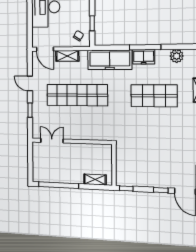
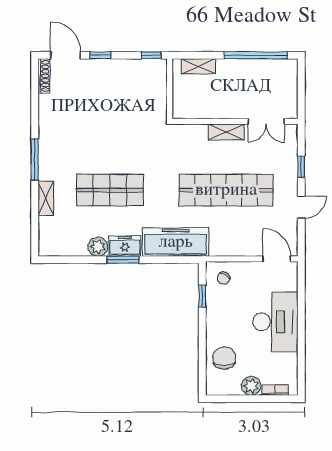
window: (145, 47) -> (123, 260), width x0.69
shelving: (67, 56) -> (226, 132), moved
plant: (177, 56) -> (98, 247), moved
door: (30, 83) -> (301, 207), hinge flipped

